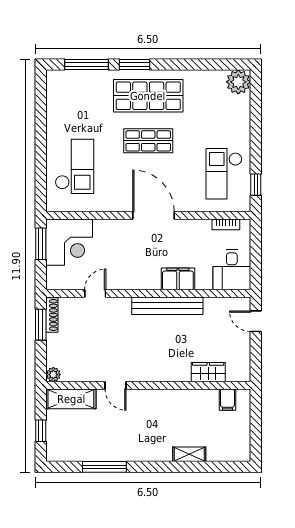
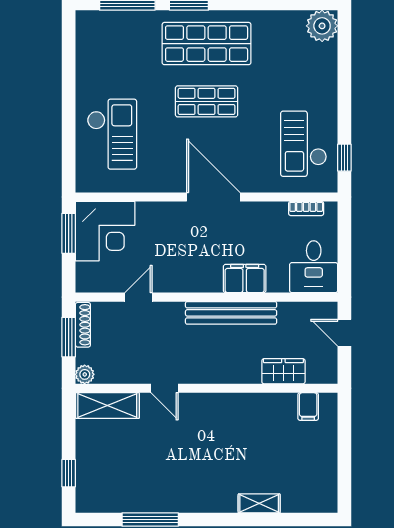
wardrobe: (208, 372) -> (283, 371), moved
plant: (53, 375) -> (85, 374), moved
door: (115, 385) -> (164, 388), moved
wall: (148, 385) -> (207, 388), moved
shelving: (71, 399) -> (107, 406), moved
filing cabinet: (227, 400) -> (308, 407), moved

